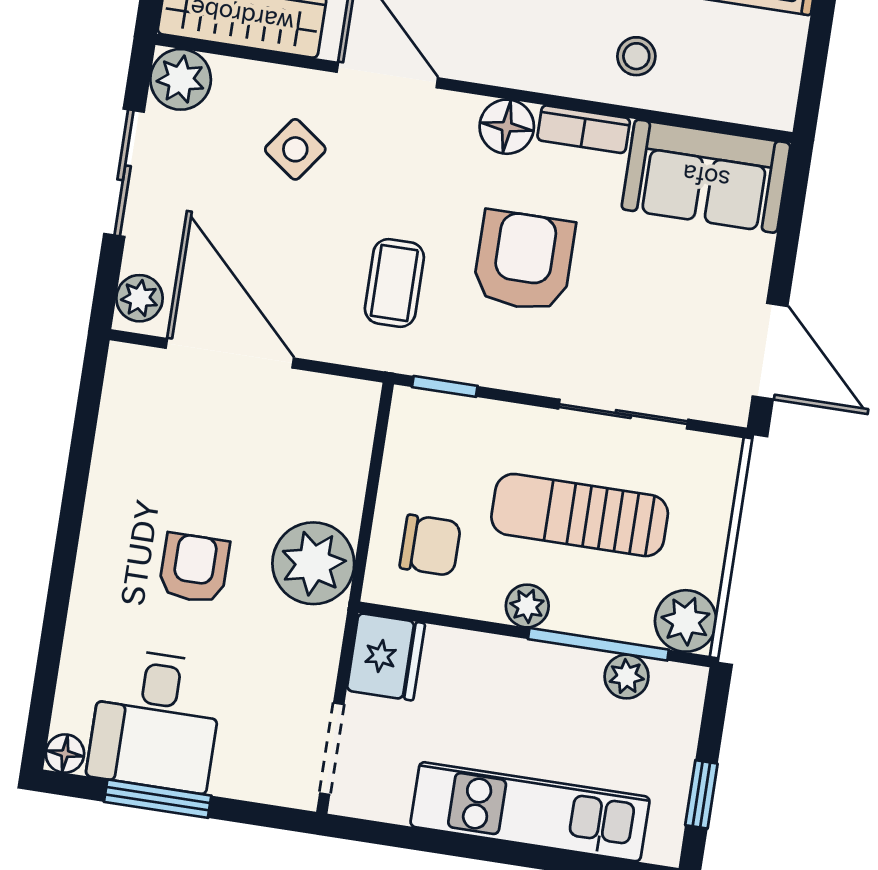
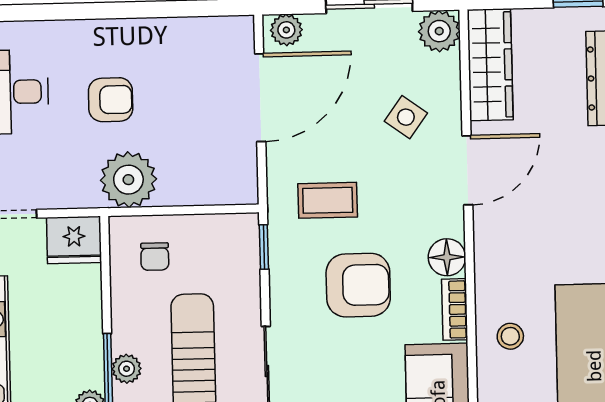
chair: (430, 545) -> (155, 257), width x0.73, depth x0.73
plant: (527, 606) -> (127, 369), moved

